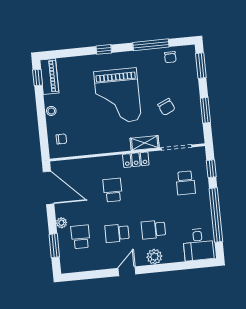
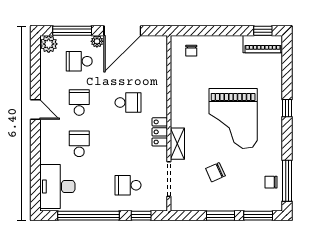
window: (151, 45) -> (287, 181), moved
grand piano: (118, 96) -> (233, 119), turned -90
window: (205, 110) -> (221, 216), moved
stool: (51, 111) -> (224, 42), removed
door: (49, 188) -> (122, 31), moved
school desk: (81, 237) -> (79, 61), turned 180
desk: (198, 244) -> (57, 187), width x1.37
window: (54, 246) -> (72, 31), width x1.44
plant: (154, 257) -> (49, 44), moved

